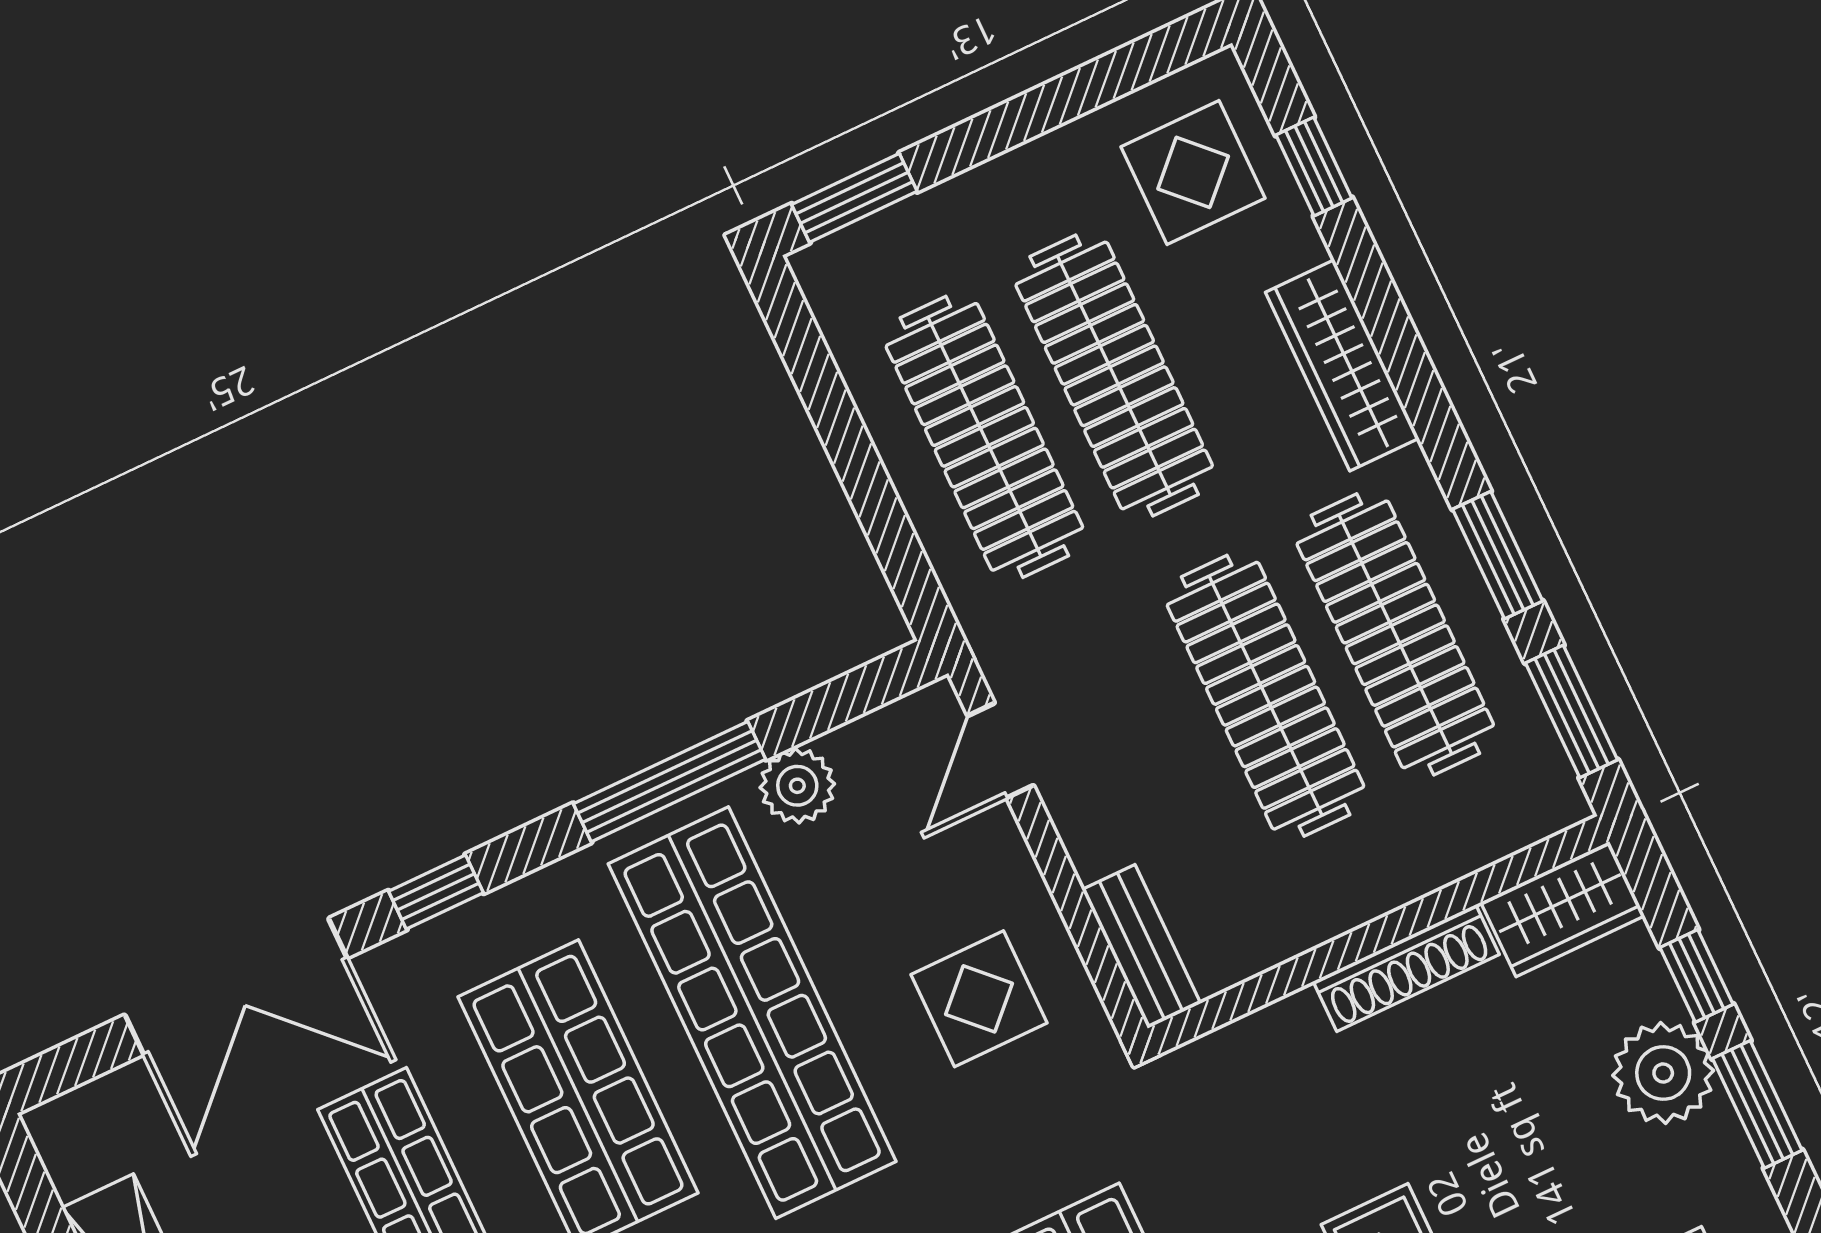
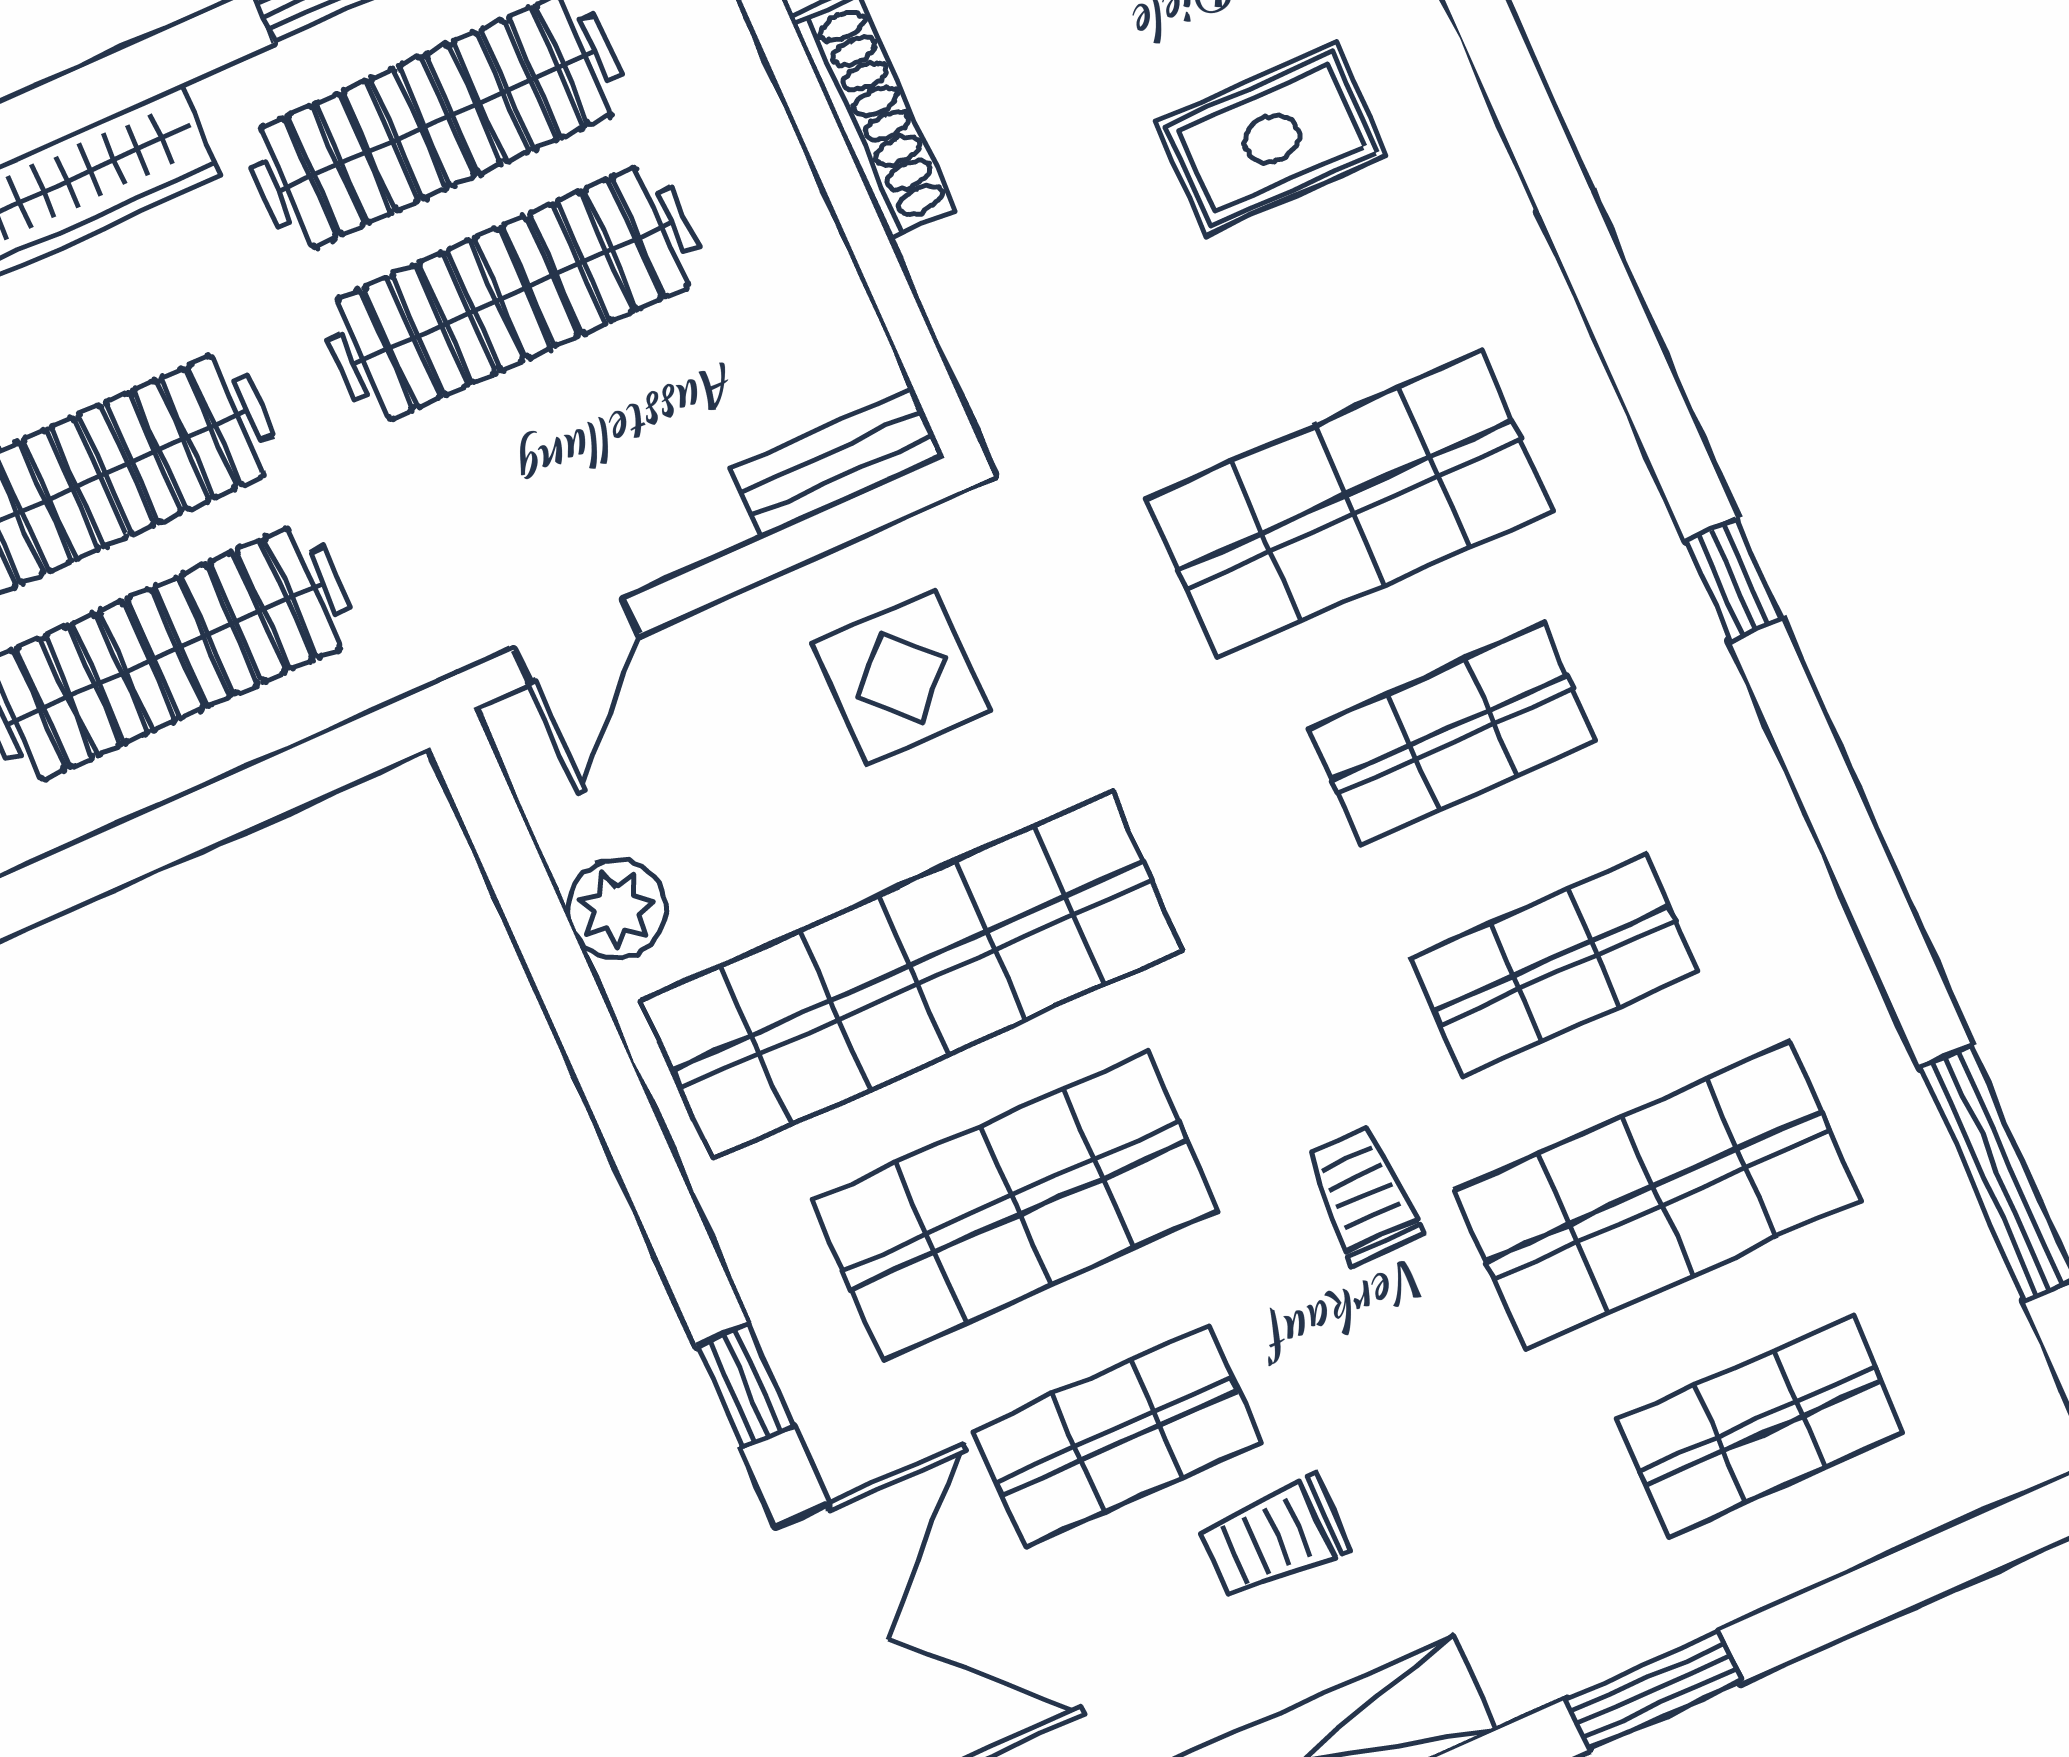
door: (1001, 750) -> (576, 642), hinge flipped
window: (670, 782) -> (607, 1076), removed

